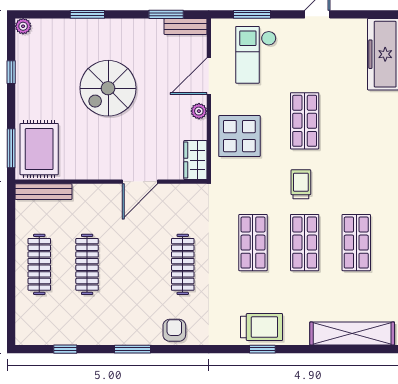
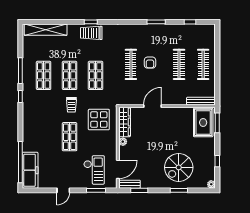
door: (209, 76) -> (118, 169), moved
spiral stairs: (108, 88) -> (179, 167), moved, turned 180
display table: (239, 136) -> (99, 120), moved
wardrobe: (195, 160) -> (125, 122), width x1.50
armchair: (174, 330) -> (150, 63), moved

